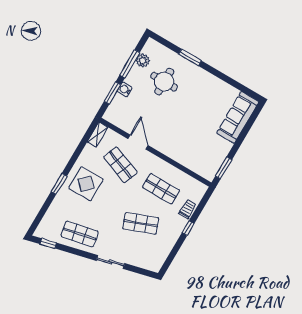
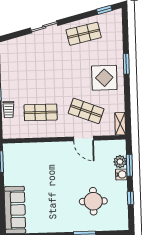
plant: (143, 61) -> (120, 162), moved
window: (130, 64) -> (130, 198), width x0.46
shop shelf: (141, 223) -> (39, 74), removed

